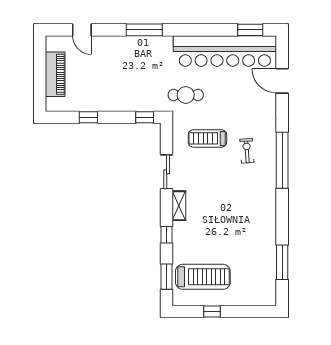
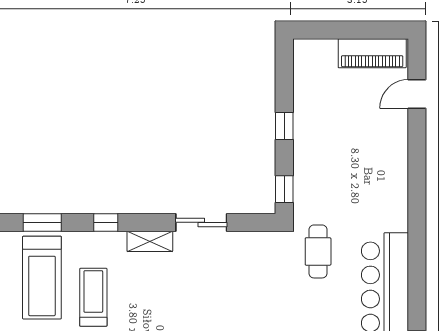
window: (144, 30) -> (417, 189), removed
piano: (55, 74) -> (372, 53), moved
window: (88, 117) -> (284, 126), moved
treadmill: (207, 138) -> (93, 297), moved

